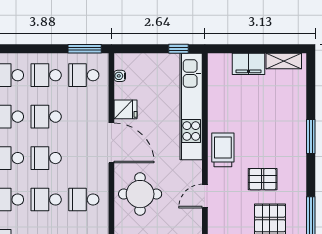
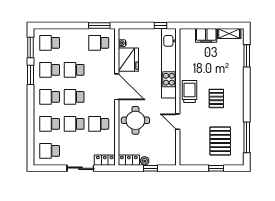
school desk: (46, 75) -> (74, 43), removed
fridge: (125, 109) -> (128, 60), width x1.88, depth x1.34
window: (311, 137) -> (247, 56), moved
pallet: (263, 179) -> (216, 98), moved, turned 90
door: (205, 196) -> (178, 122), hinge flipped

